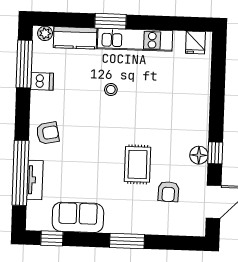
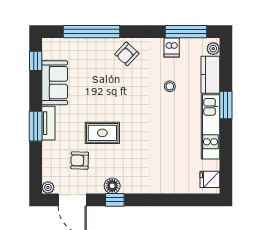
stool: (111, 90) -> (170, 86), moved
armchair: (48, 133) -> (127, 54), turned 55
tv unit: (35, 180) -> (48, 123), moved, turned -90
plant: (198, 229) -> (48, 188), added

